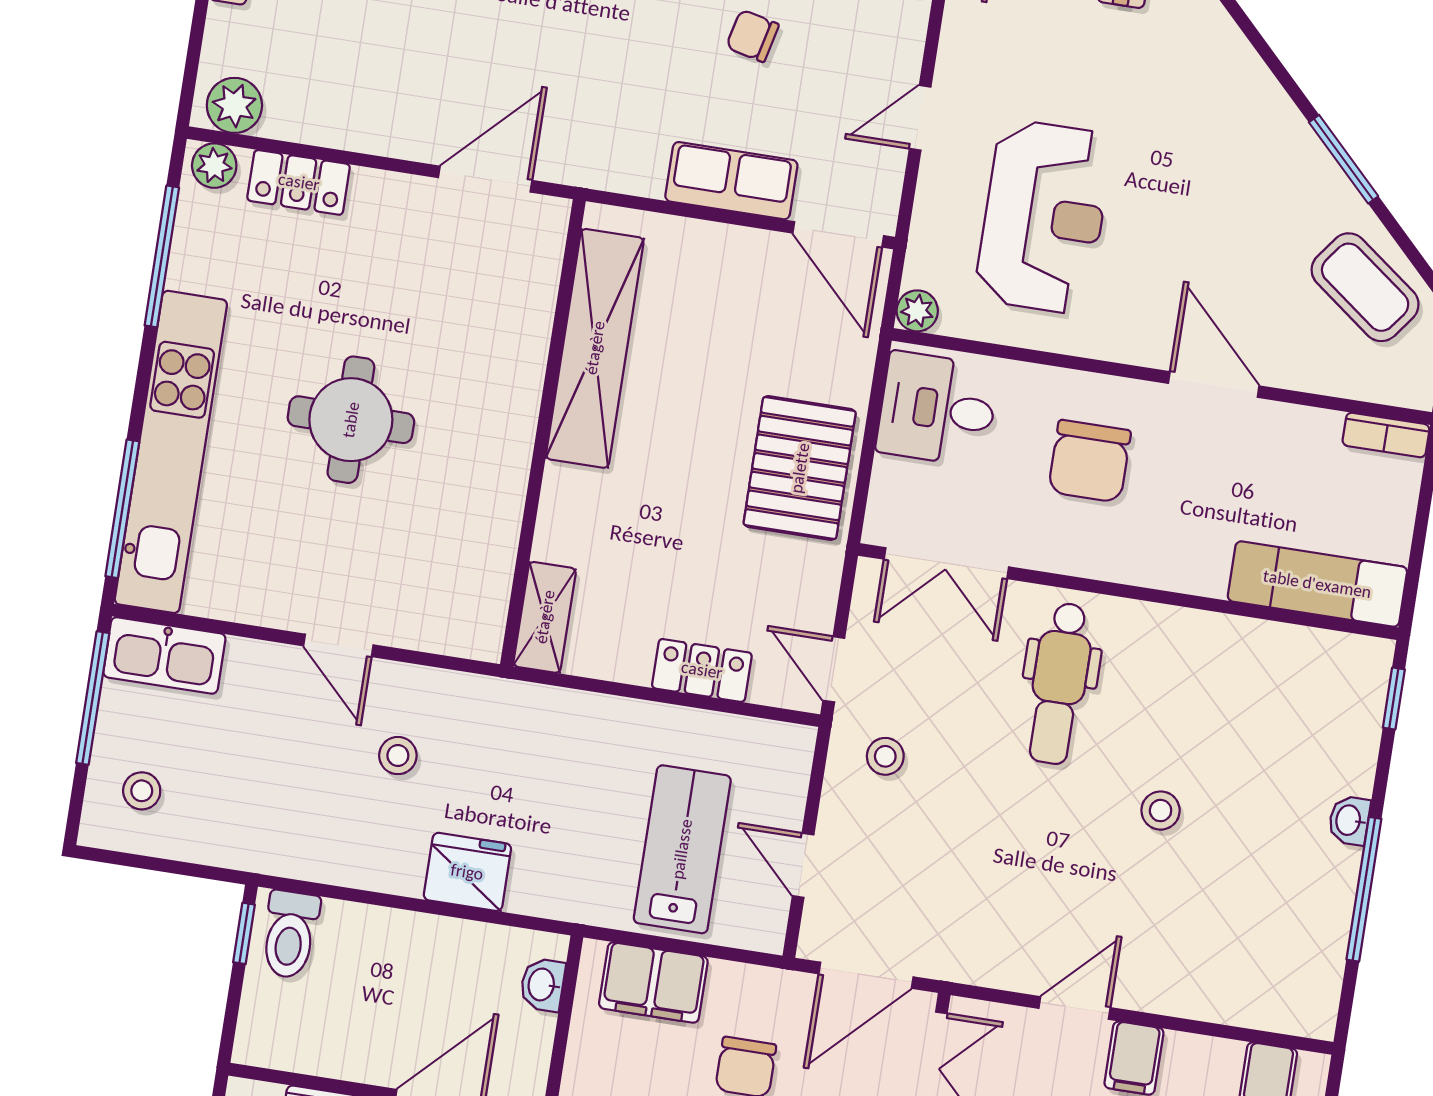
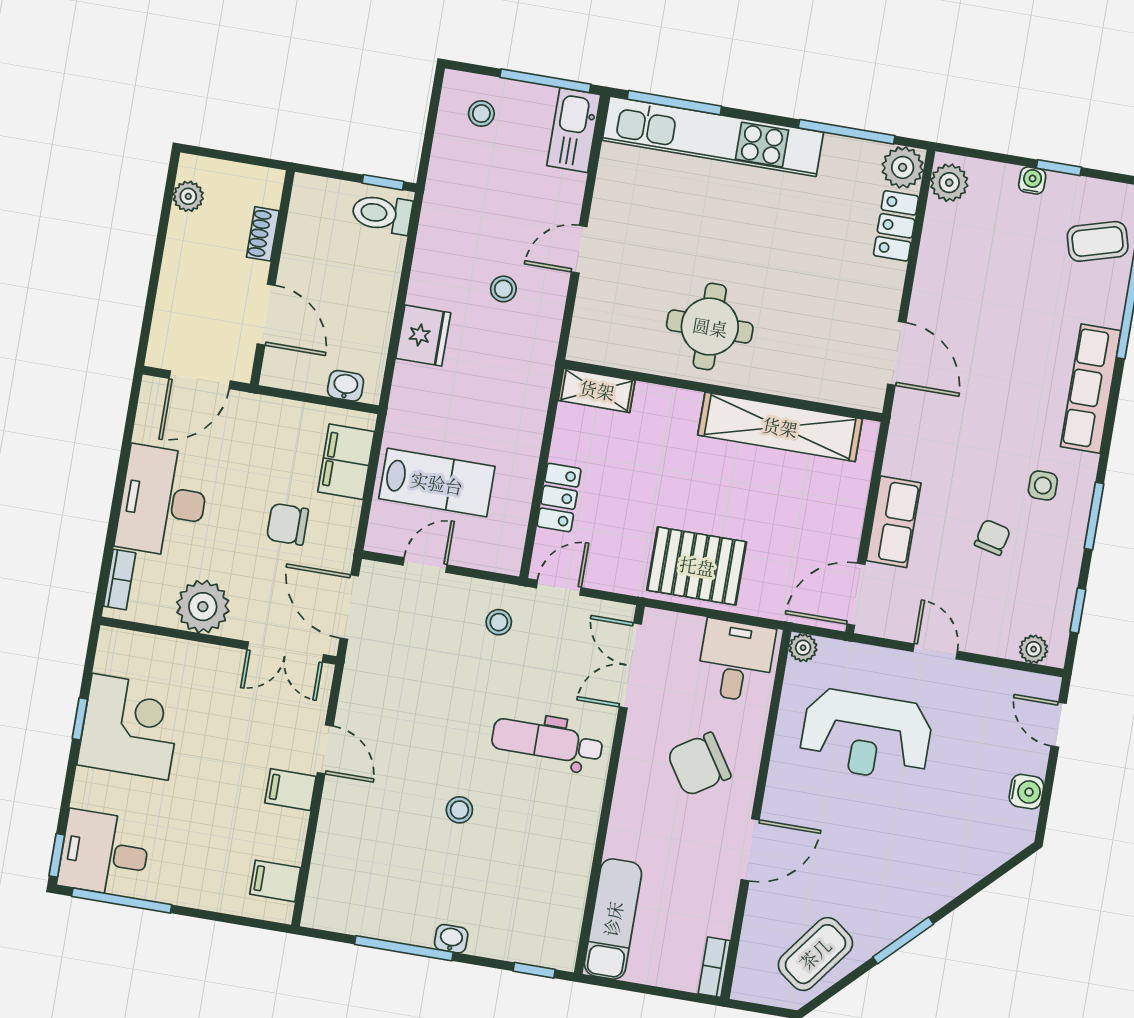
plant: (214, 166) -> (903, 167), width x1.38, depth x1.38
round table: (351, 420) -> (710, 327), moved
chair: (1090, 461) -> (699, 764), turned -33

